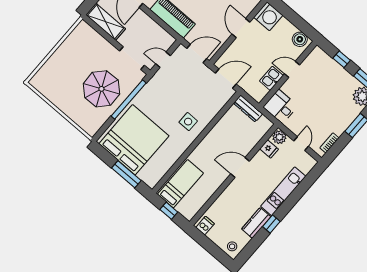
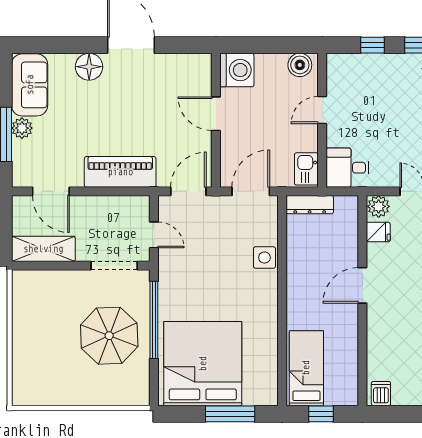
door: (163, 60) -> (154, 235), swing flipped
kitchen sink: (271, 78) -> (306, 169), moved
side table: (188, 122) -> (264, 257), moved

